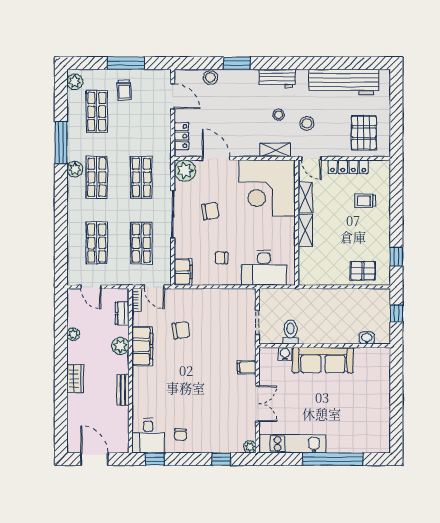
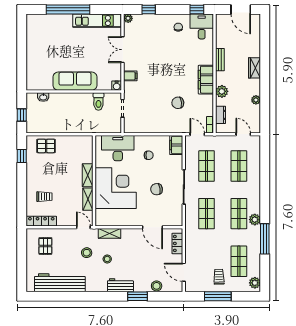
workbench: (277, 78) -> (120, 285), moved
pallet: (364, 133) -> (45, 246), width x0.67, depth x0.71
locker: (348, 167) -> (41, 221), moved
plant: (185, 171) -> (175, 219), removed
corner desk: (267, 188) -> (116, 188), moved
filing cabinet: (142, 346) -> (206, 80), moved
water cooler: (285, 354) -> (117, 86), moved

